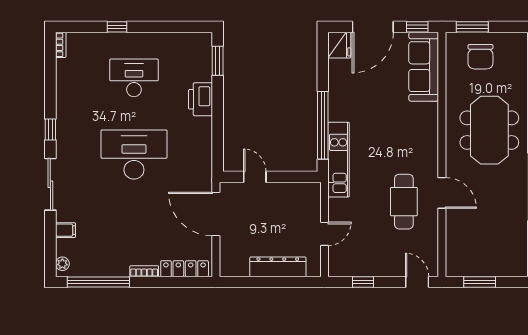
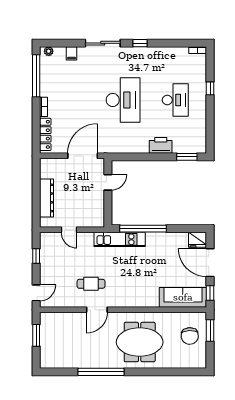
chair: (480, 57) -> (190, 336), turned -92
cafe table: (404, 202) -> (91, 284), width x0.73, depth x0.74

